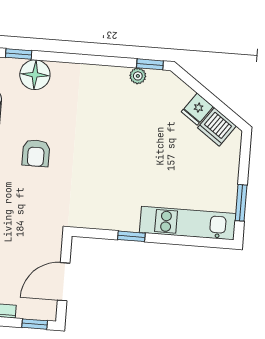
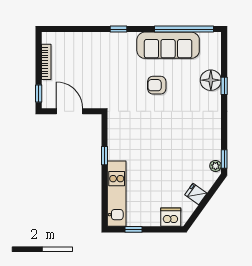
window: (19, 54) -> (224, 86), moved
plant: (138, 76) -> (215, 166), moved
dishwasher: (217, 127) -> (171, 217), moved, turned 54
window: (241, 203) -> (134, 229), width x0.67

